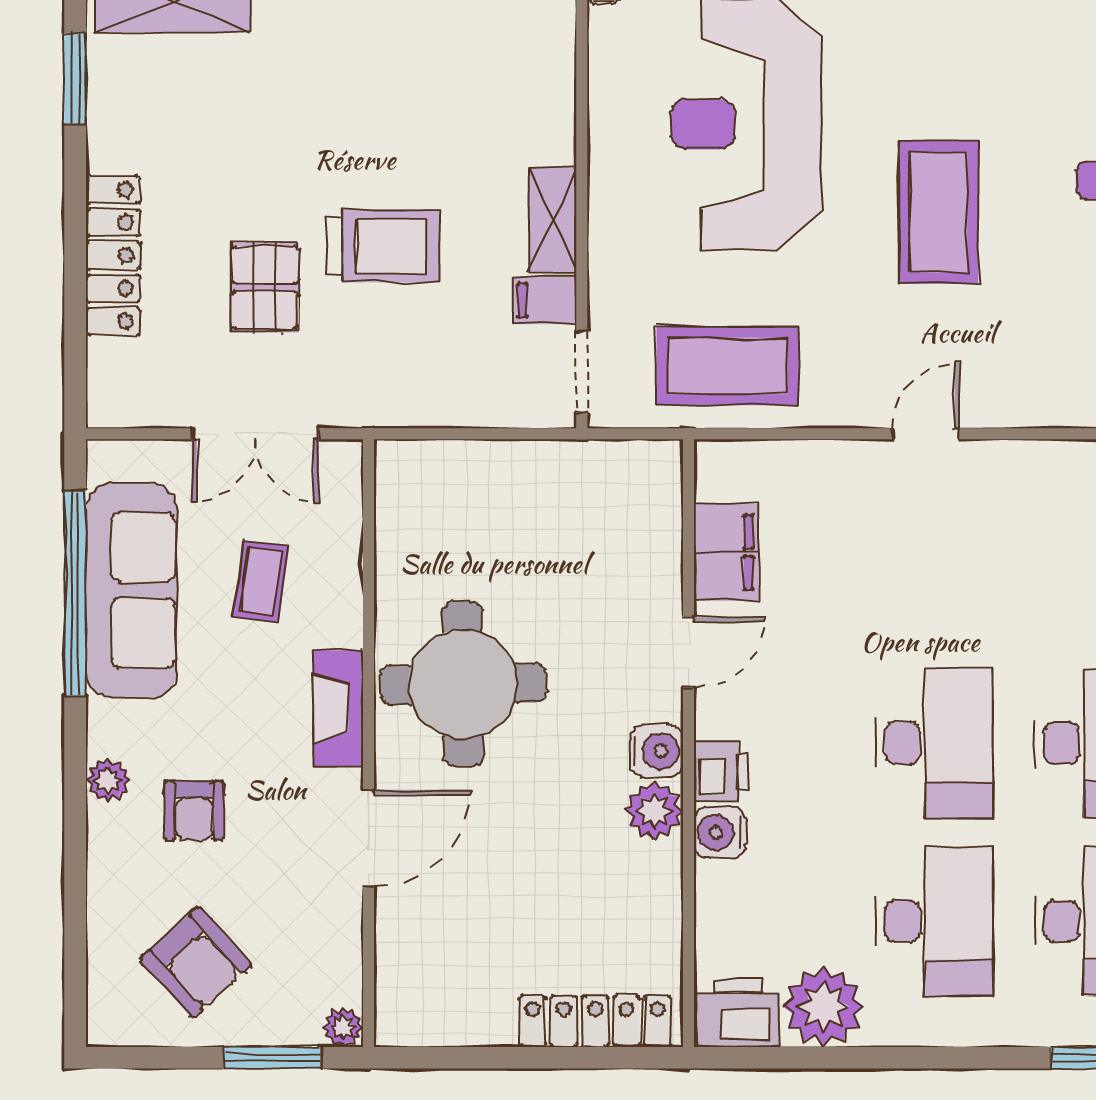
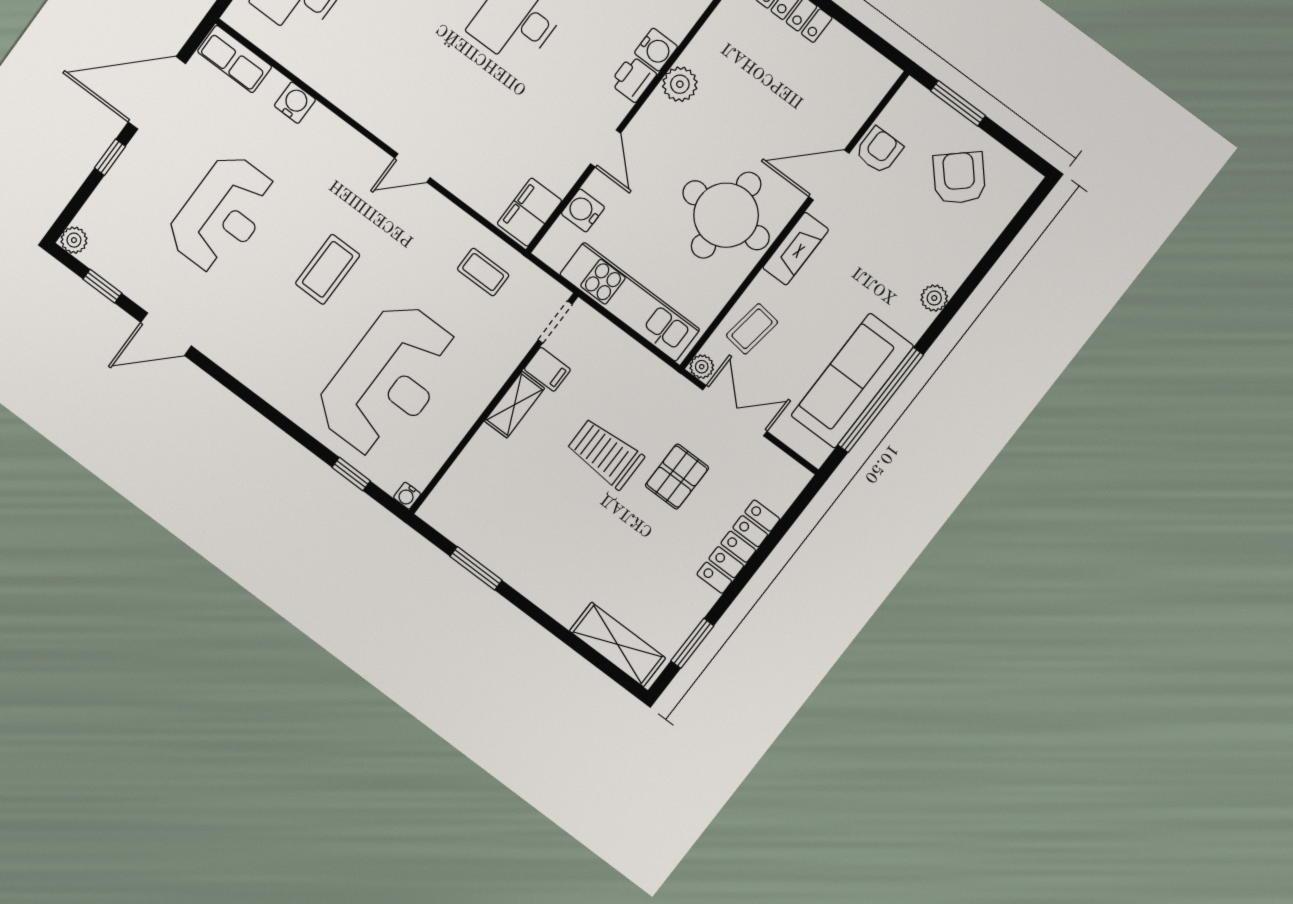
coffee table: (939, 212) -> (328, 269), width x0.73, depth x0.76
coffee table: (728, 366) -> (483, 272), width x0.54, depth x0.58
kitchen unit: (503, 473) -> (630, 302), added
filing cabinet: (726, 553) -> (529, 212), moved
coffee table: (261, 581) -> (752, 329), moved
door: (688, 652) -> (606, 149), swing flipped
water cooler: (657, 751) -> (583, 210), moved
armchair: (194, 811) -> (879, 150), moved
plant: (343, 1027) -> (702, 367), moved

